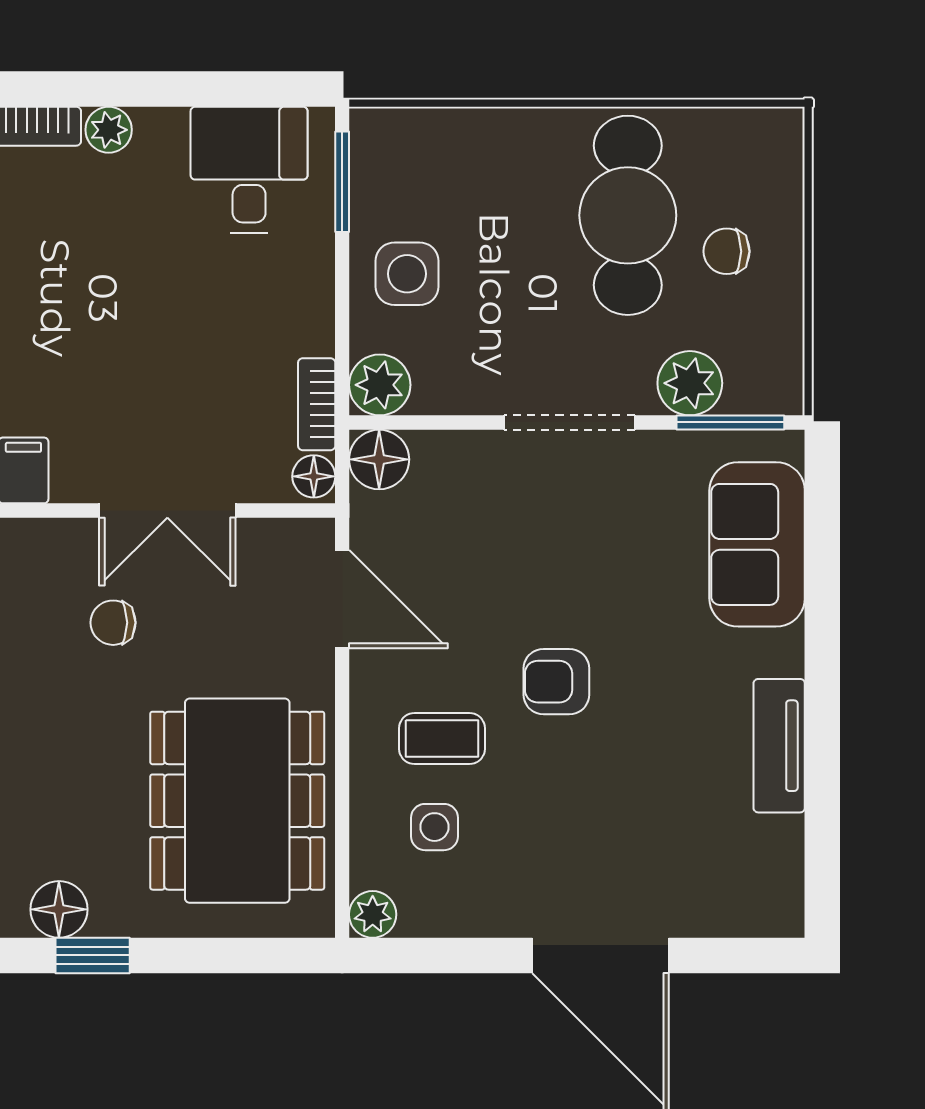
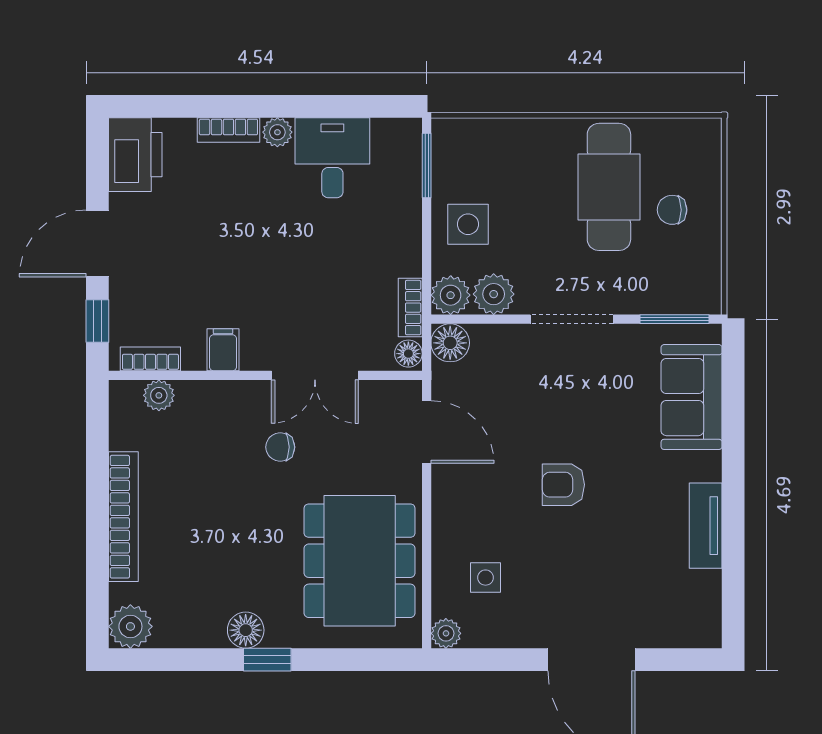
desk: (249, 170) -> (332, 158), moved
plant: (690, 383) -> (494, 294), moved
coffee table: (442, 739) -> (490, 521), removed

